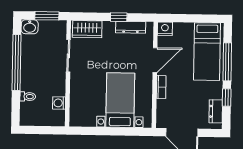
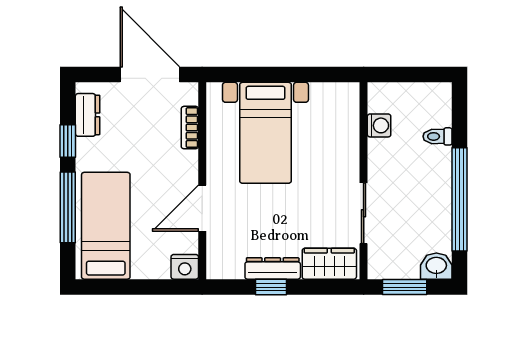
dresser: (131, 27) -> (273, 269), moved
bookcase: (161, 87) -> (190, 128), moved

